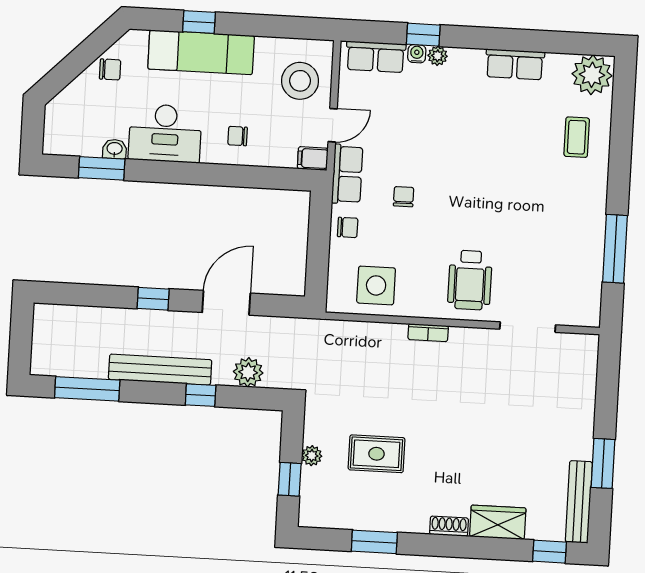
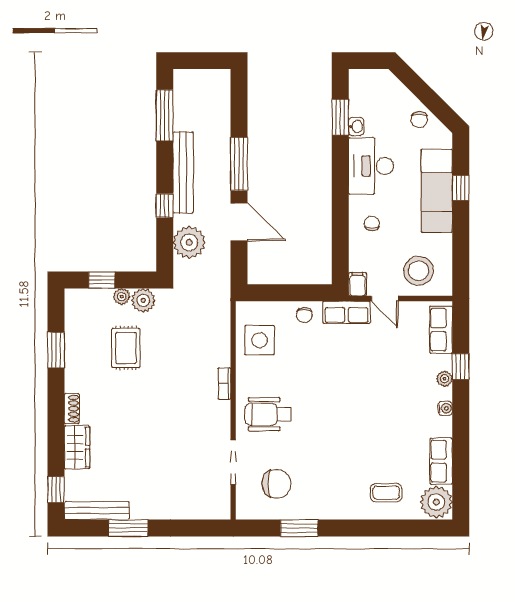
water cooler: (417, 54) -> (445, 408), moved
row of seats: (515, 64) -> (441, 461), moved
chair: (404, 197) -> (277, 484), moved, width x1.87, depth x1.87
window: (615, 249) -> (299, 528), width x0.69
window: (153, 299) -> (239, 164), width x2.17
plant: (248, 372) -> (189, 242), width x1.36, depth x1.36
plant: (318, 429) -> (143, 300), added

